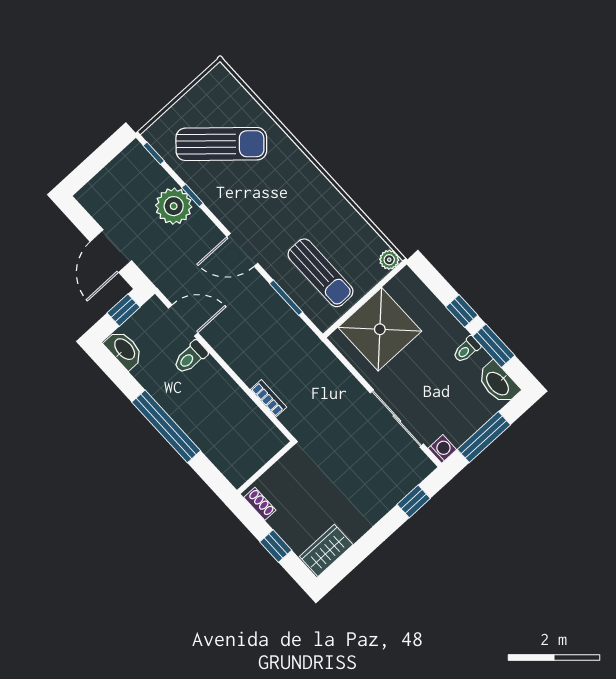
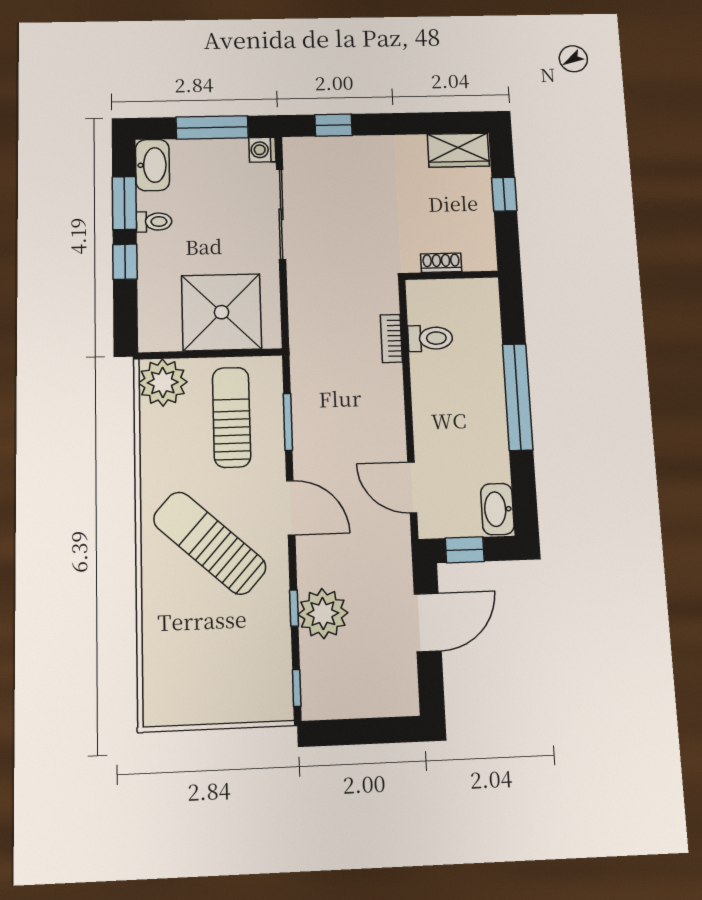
sun lounger: (221, 144) -> (210, 543), moved
plant: (389, 260) -> (163, 382), width x1.88, depth x1.88
toilet: (190, 357) -> (430, 338), moved
shoe rack: (260, 504) -> (441, 263), moved, turned 90

